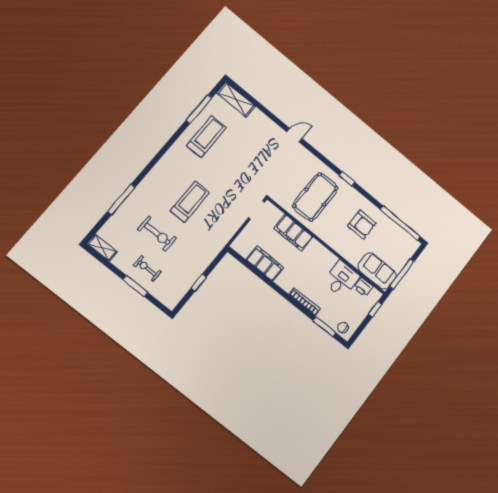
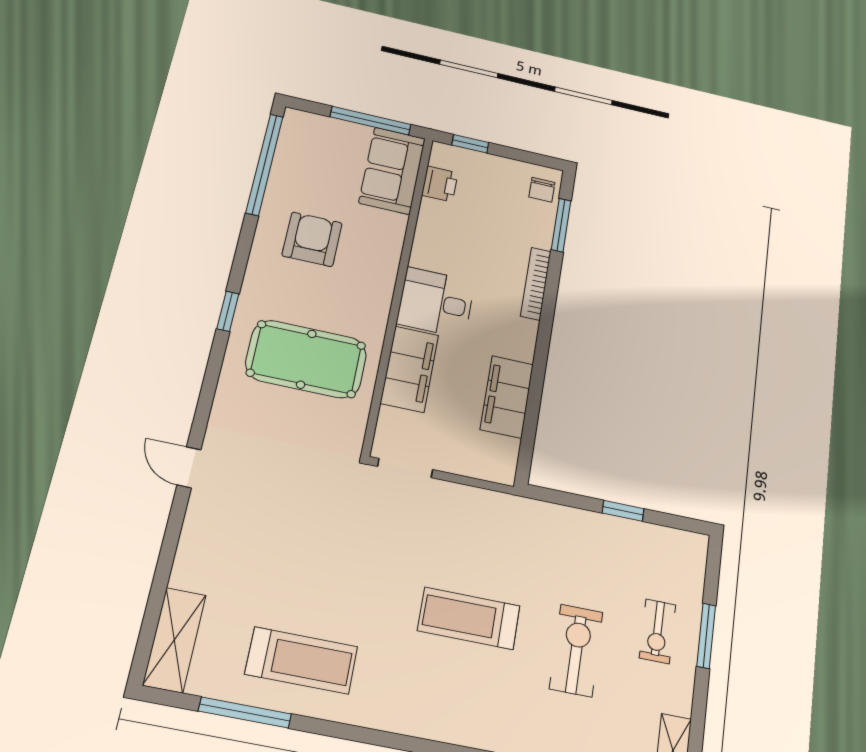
treadmill: (206, 137) -> (301, 660), turned 180
desk: (341, 279) -> (436, 302), moved

